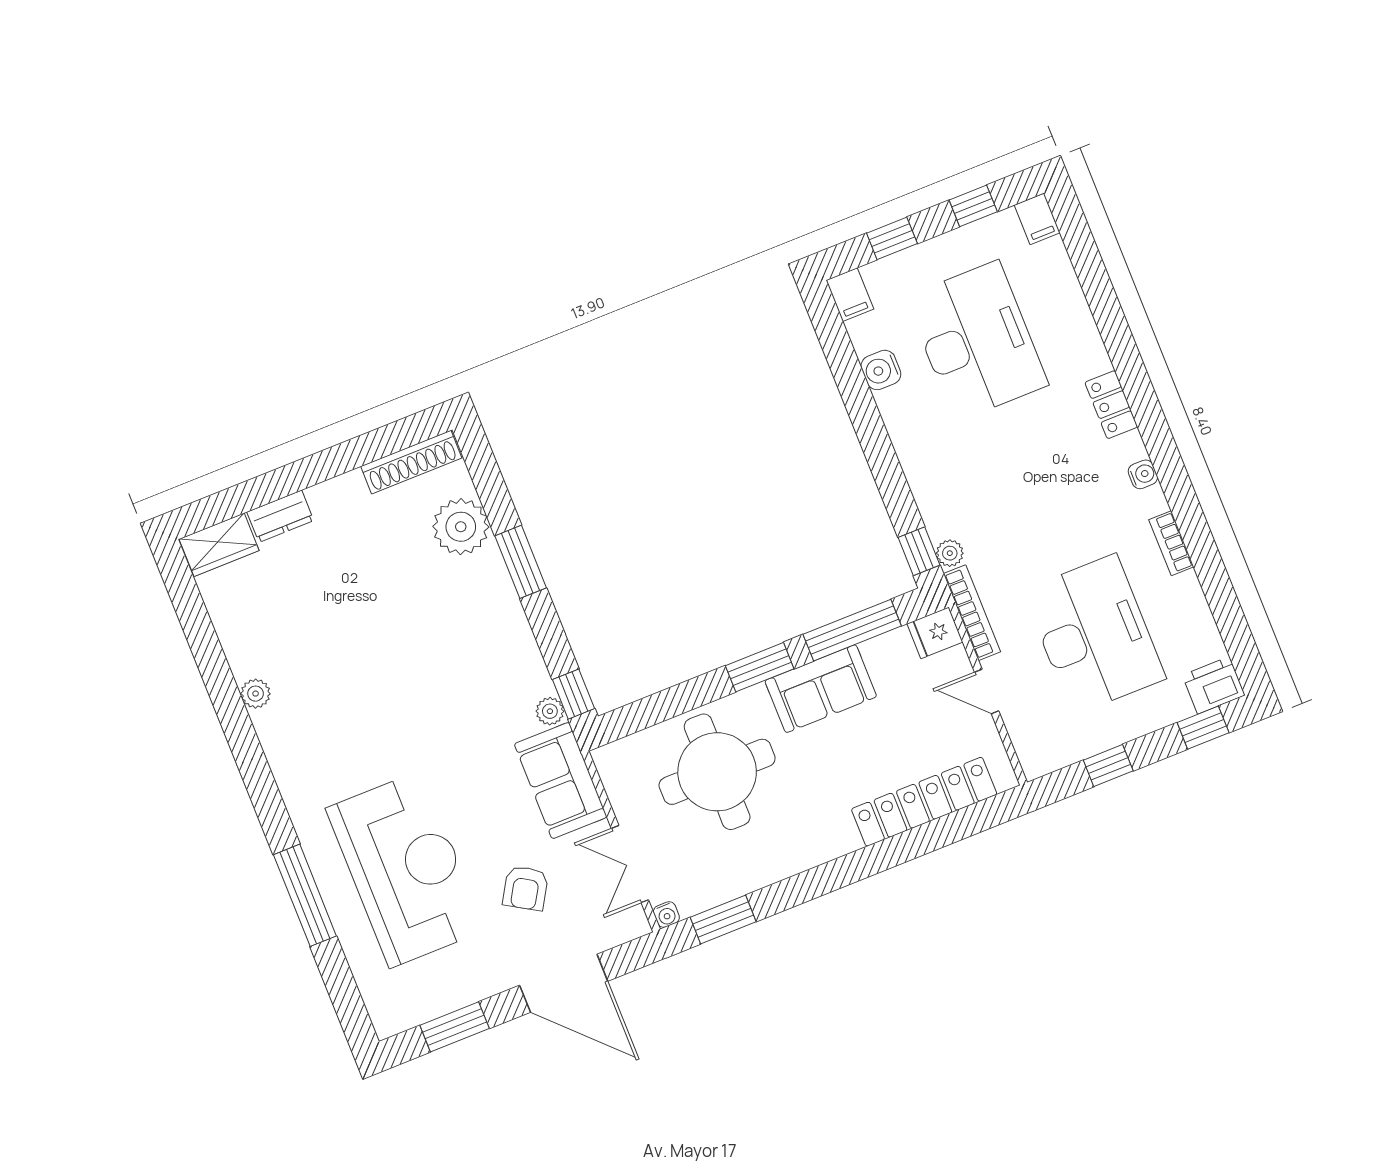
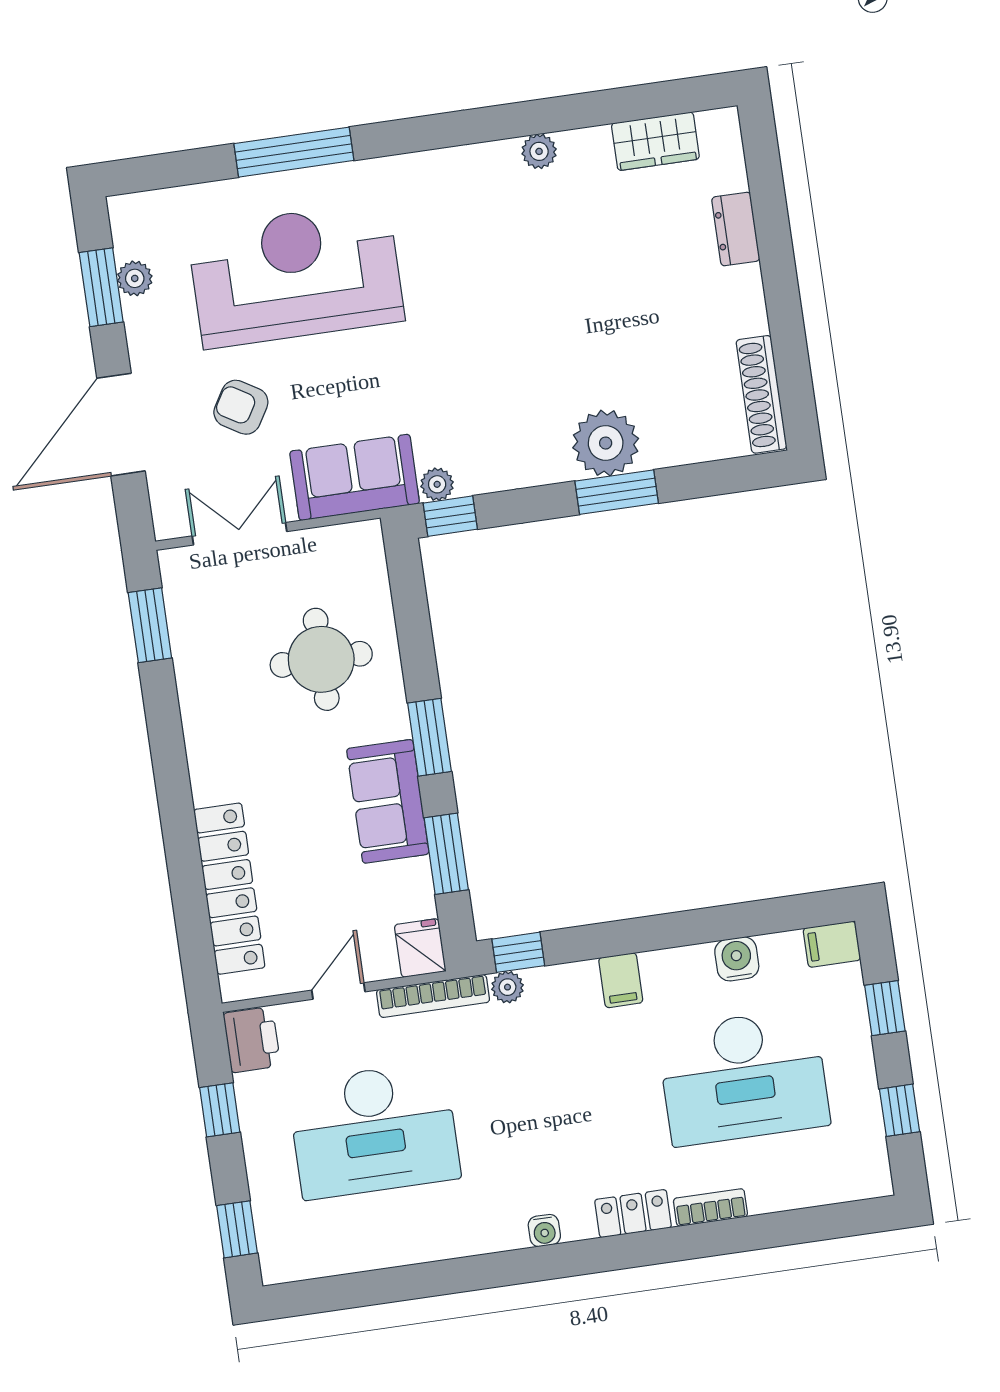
filing cabinet: (1037, 219) -> (621, 980), moved, turned -90
plant: (461, 527) -> (606, 443), moved
bookcase: (1171, 543) -> (710, 1208), moved
wardrobe: (219, 545) -> (655, 141), moved, turned -90
window: (852, 630) -> (446, 854), width x0.69
printer: (1214, 685) -> (252, 1040), moved
round table: (717, 772) -> (321, 659), width x0.73, depth x0.73
reception desk: (405, 869) -> (296, 275), turned 180
water cooler: (666, 915) -> (171, 561), removed
plant: (441, 1001) -> (135, 278), added

